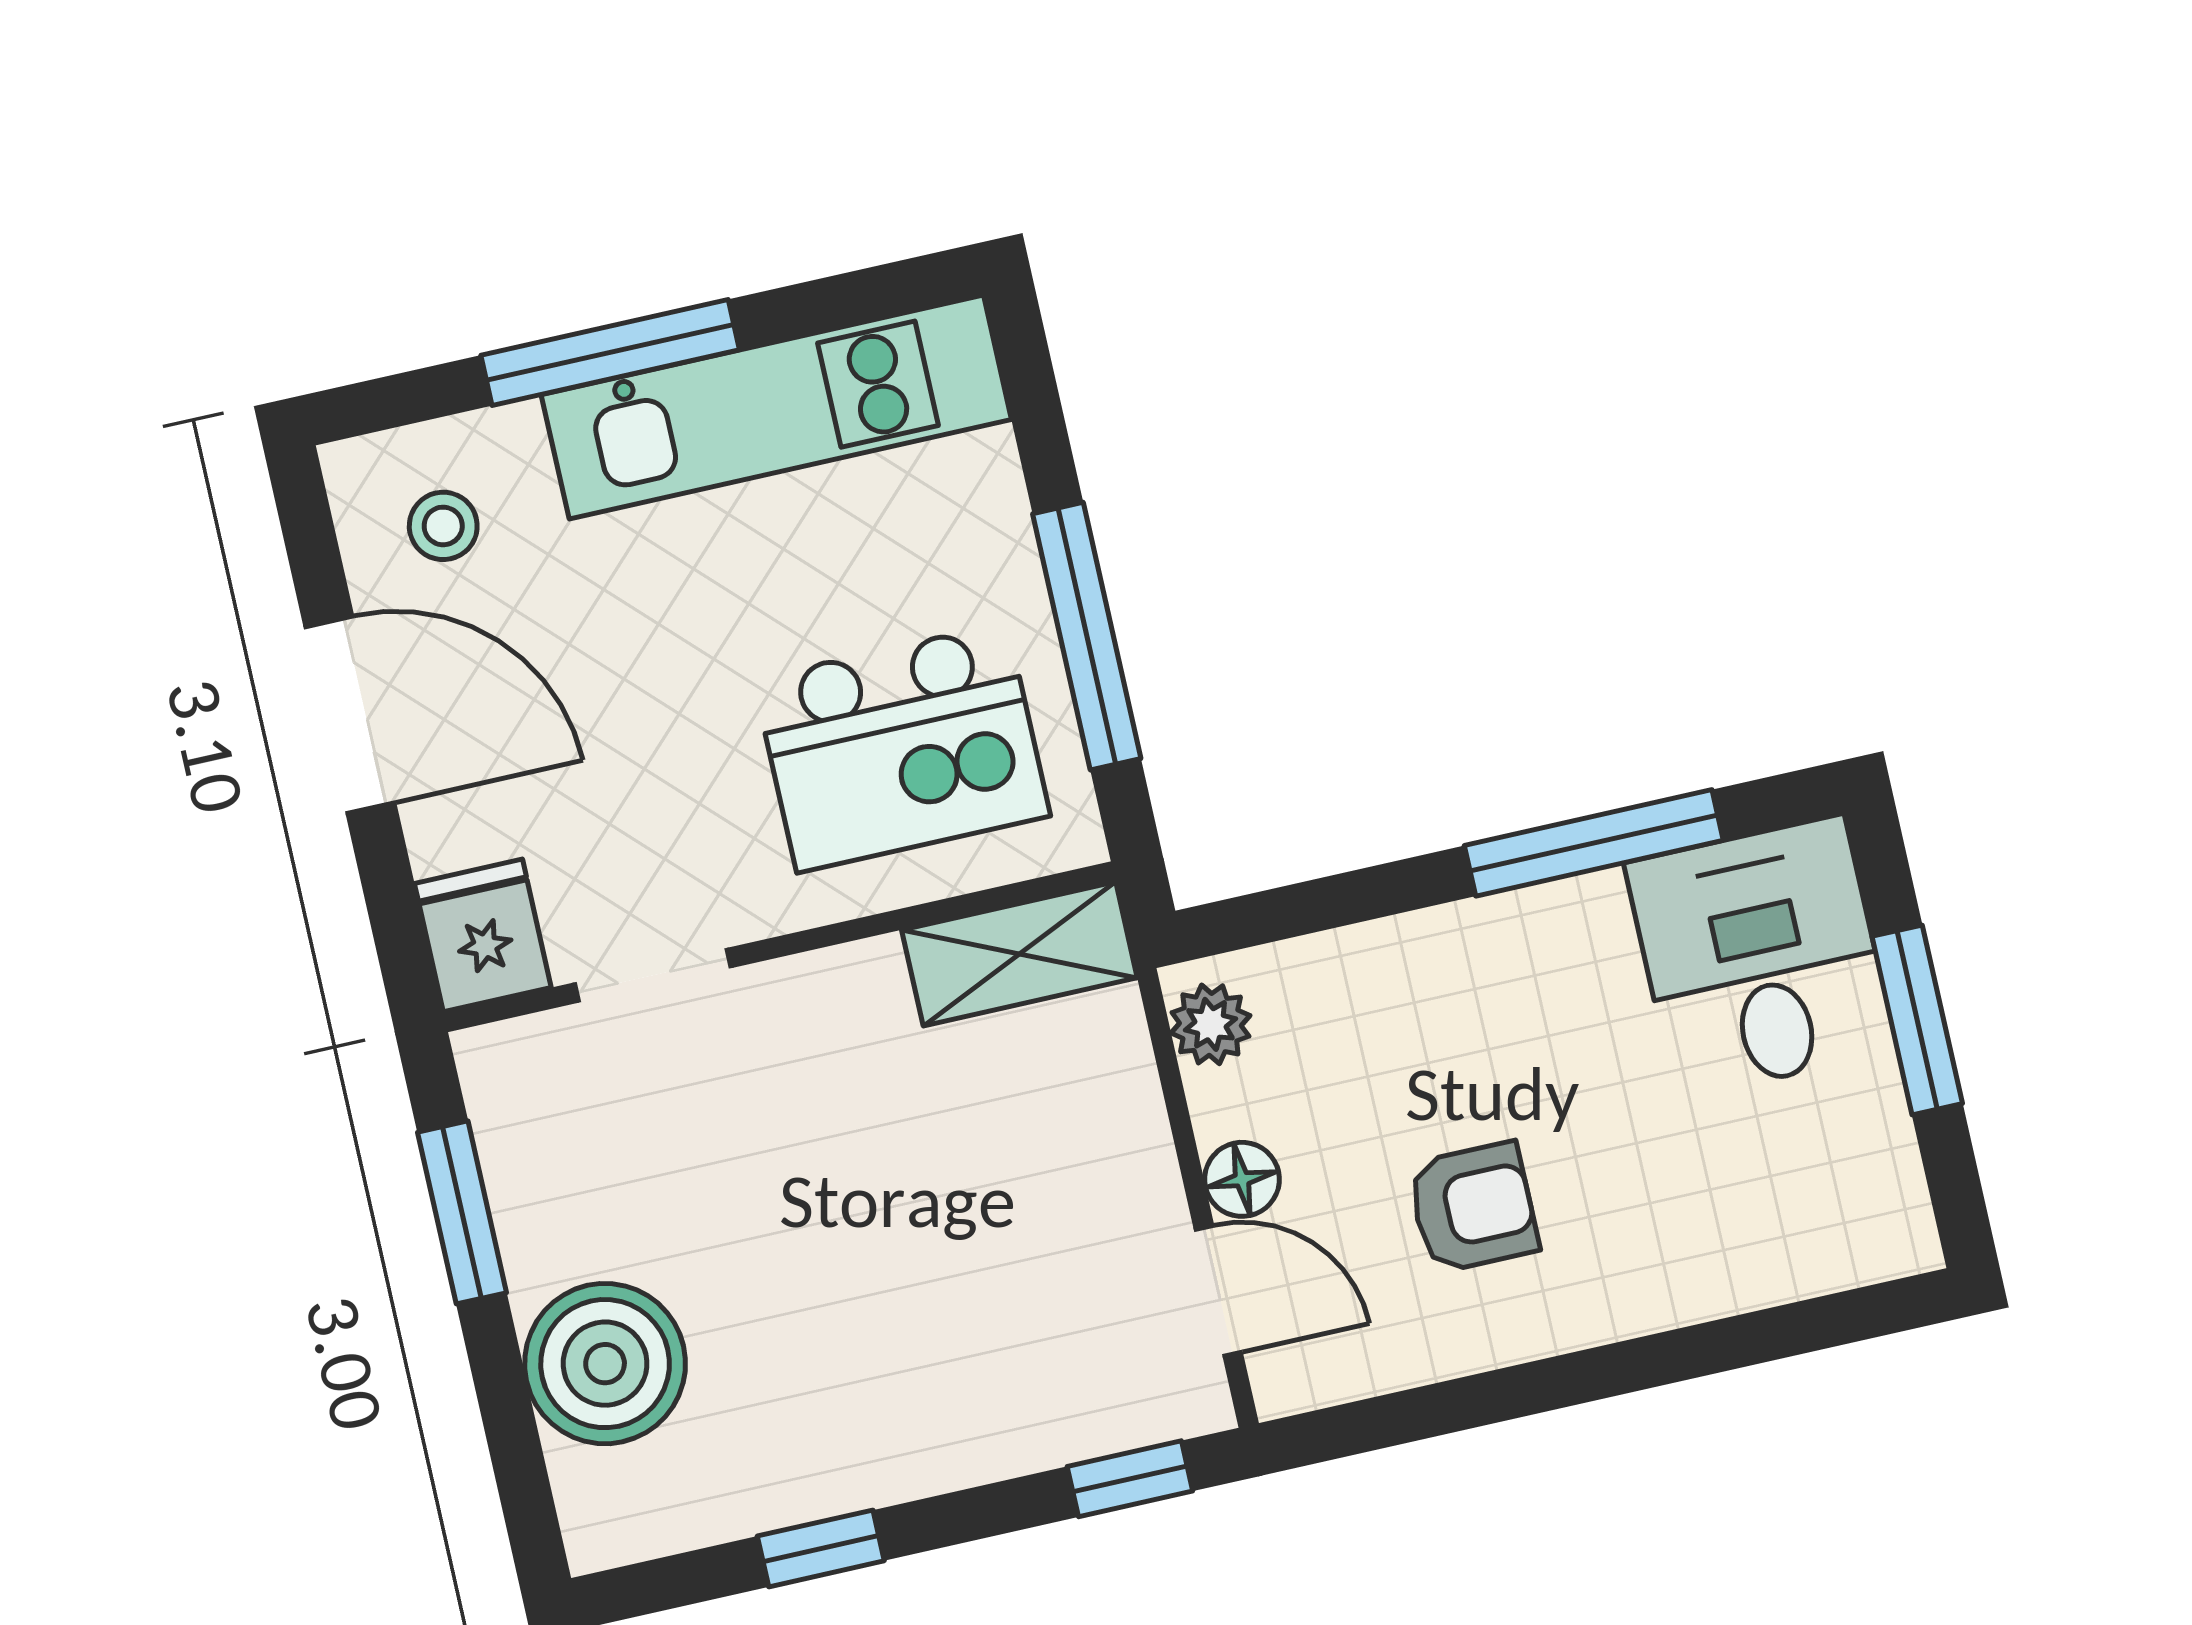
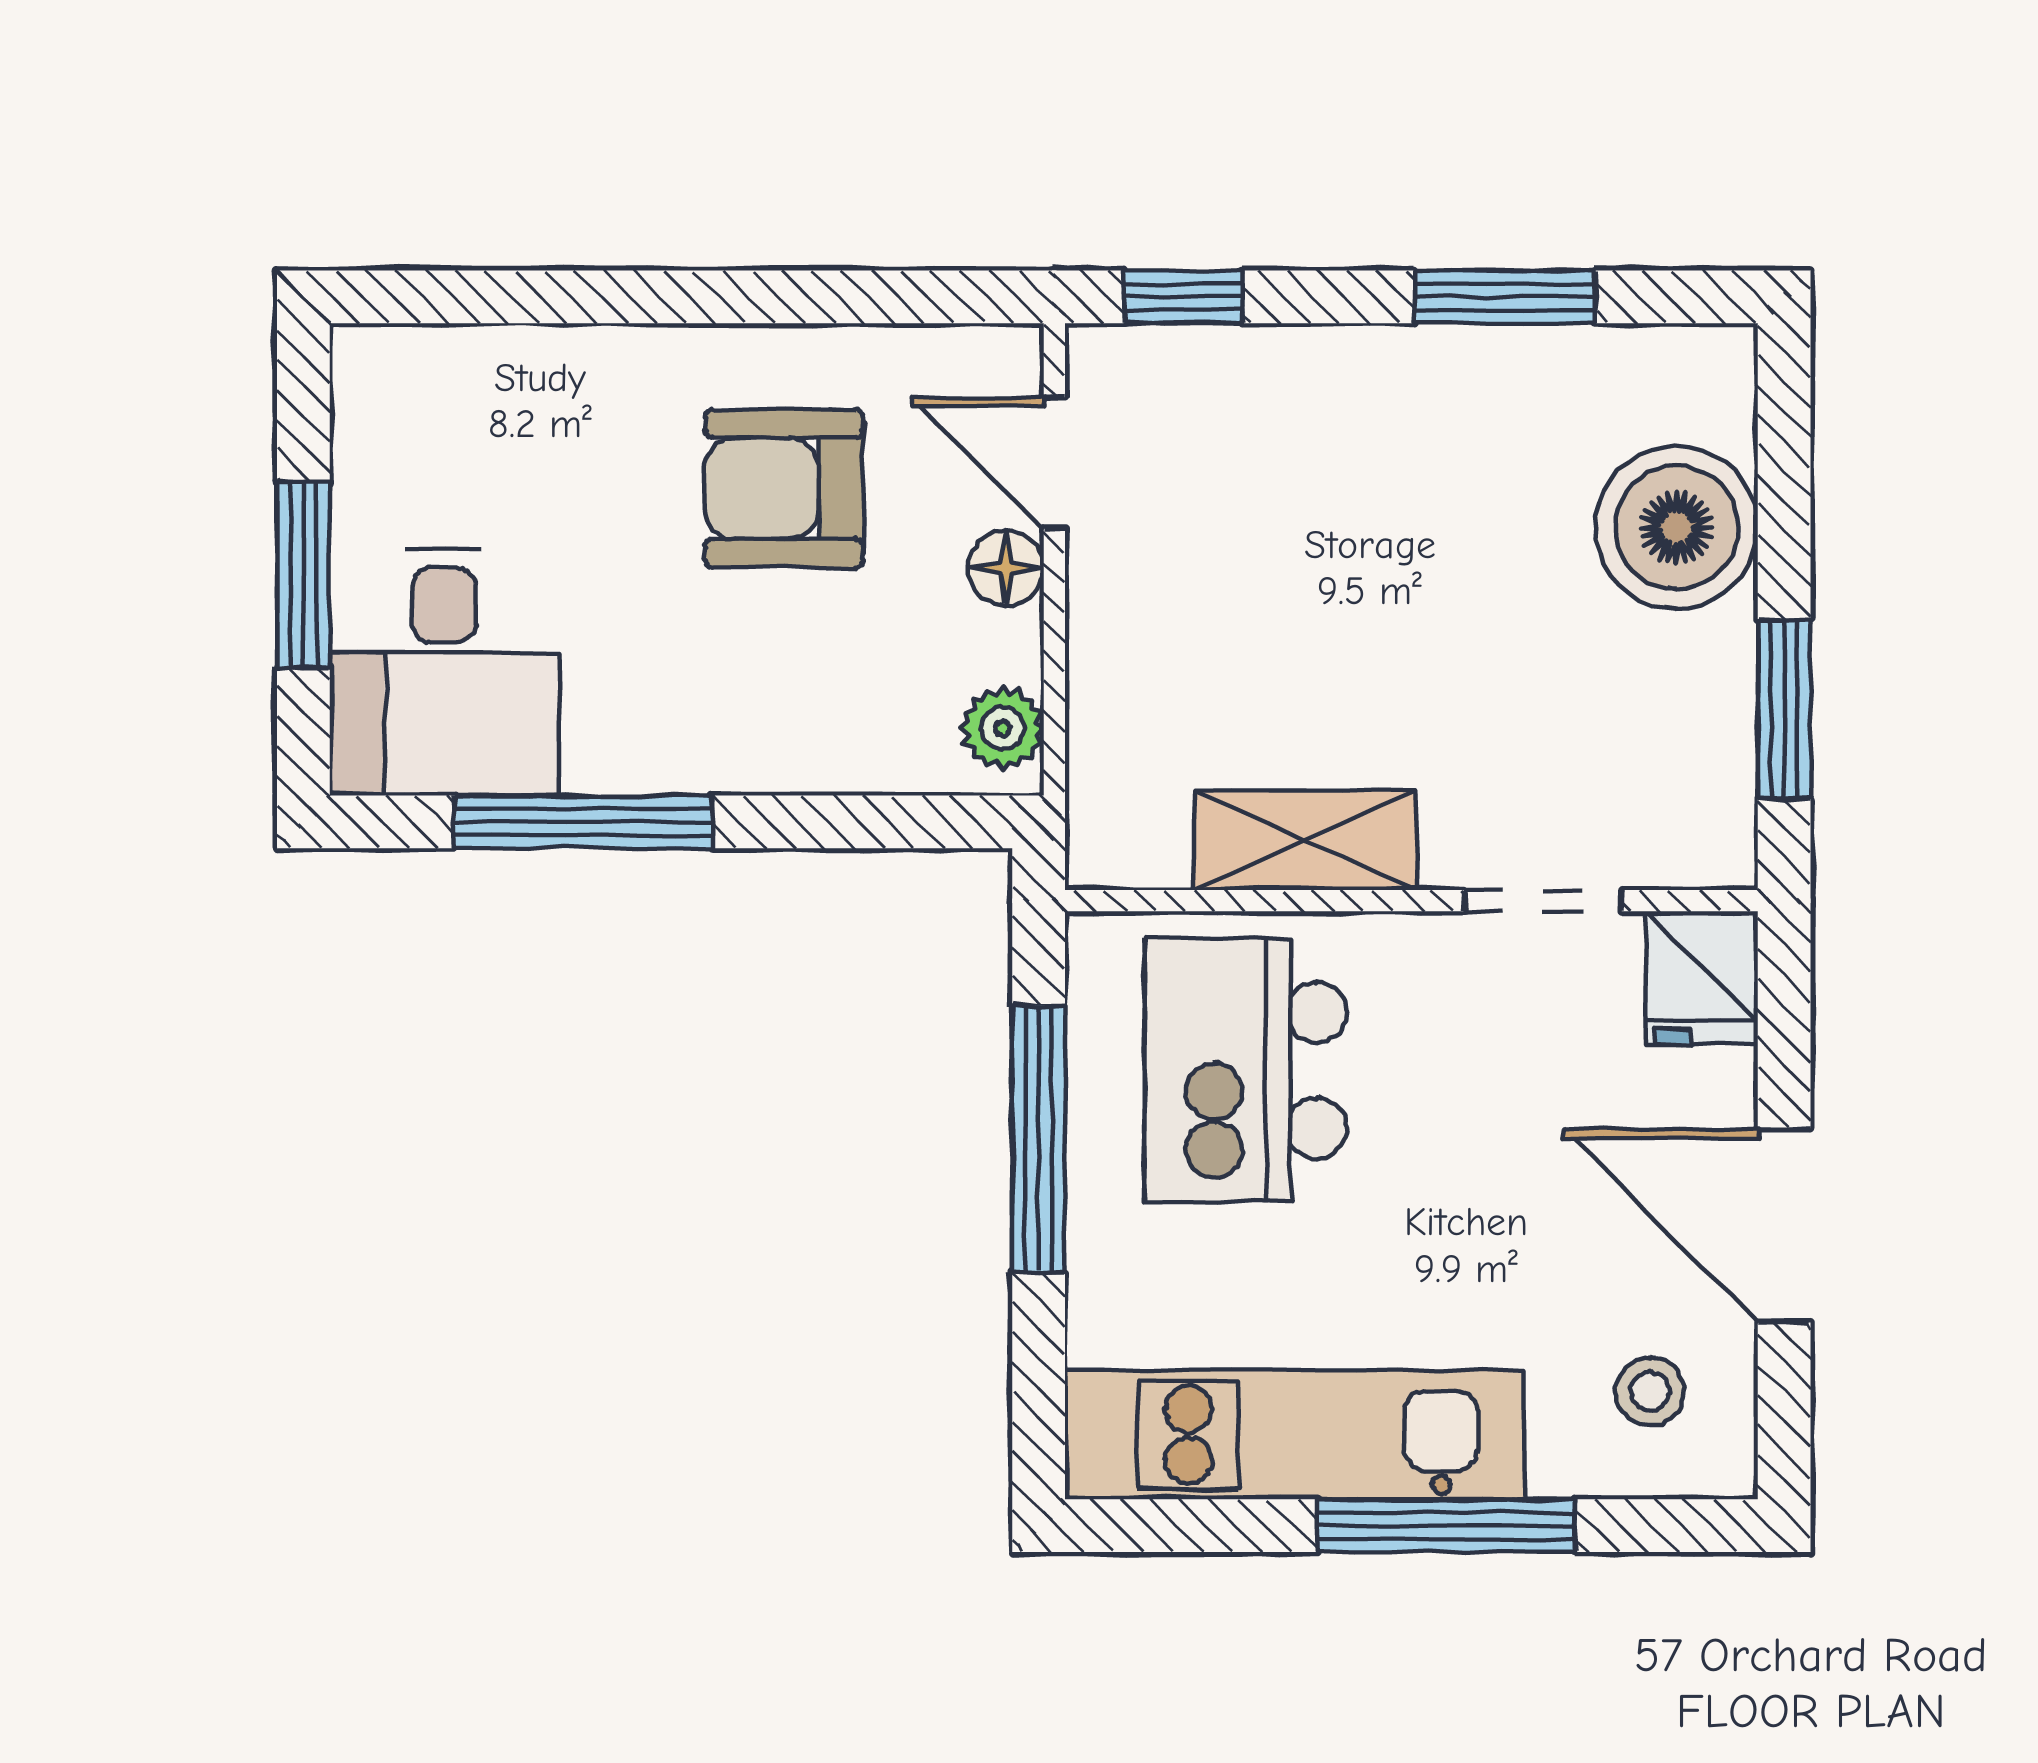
kitchen island: (902, 748) -> (1246, 1070), turned -90
shelving: (1019, 954) -> (1305, 840), moved
armchair: (1473, 1207) -> (784, 489), width x1.38, depth x1.38
window: (821, 1548) -> (1505, 297), width x1.50

